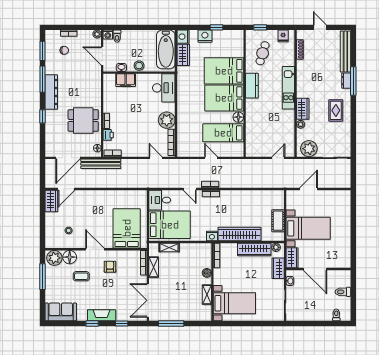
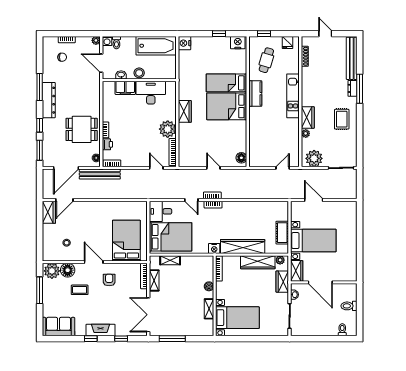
nightstand: (205, 36) -> (238, 43), moved
bathtub: (166, 49) -> (156, 46), moved, turned -90
window: (42, 51) -> (40, 150), moved
wardrobe: (183, 55) -> (185, 111), moved
bed: (224, 71) -> (227, 83), width x0.67
desk: (164, 88) -> (151, 93), moved, turned -90
floor lamp: (238, 117) -> (241, 158), moved
bed: (223, 133) -> (226, 142), removed
door: (309, 189) -> (314, 200), hinge flipped

